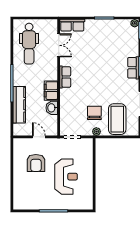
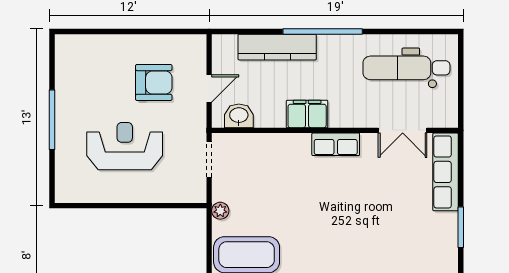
row of seats: (72, 25) -> (446, 172), width x1.48
washbasin: (52, 108) -> (239, 116), moved
chair: (94, 113) -> (260, 206), removed
armchair: (36, 163) -> (154, 82), turned 180
reception desk: (66, 177) -> (125, 146), turned 180

